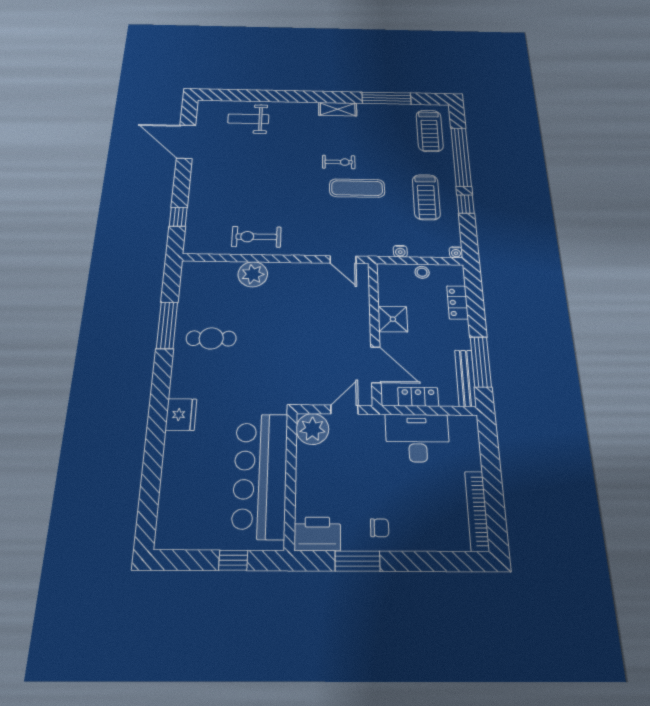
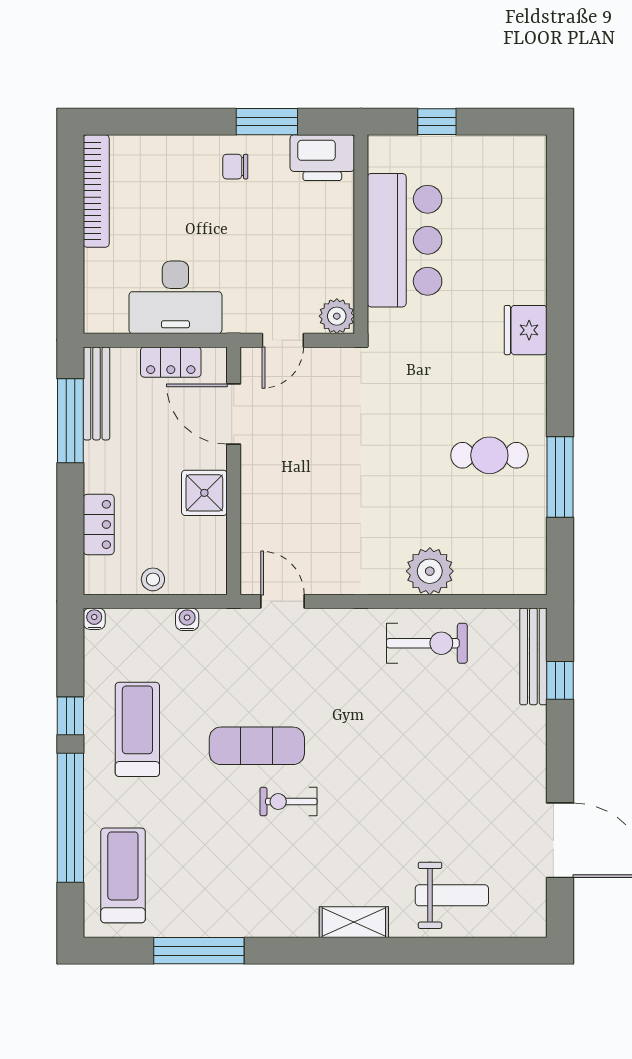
shelving: (338, 109) -> (354, 922), moved
bench: (193, 229) -> (533, 656), added
plant: (312, 429) -> (337, 316), width x0.73, depth x0.73
bar counter: (260, 475) -> (405, 240), width x0.73

